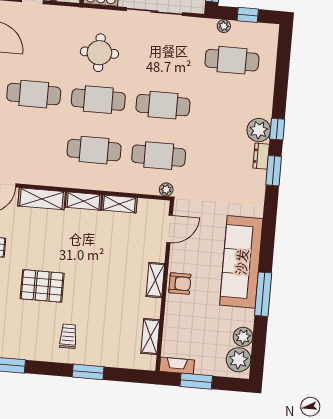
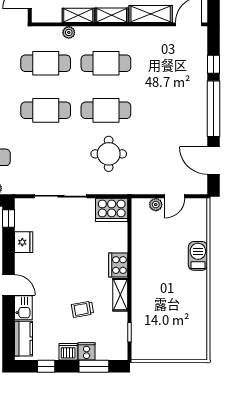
cafe table: (34, 94) -> (166, 110), removed
plant: (166, 190) -> (69, 32), moved

